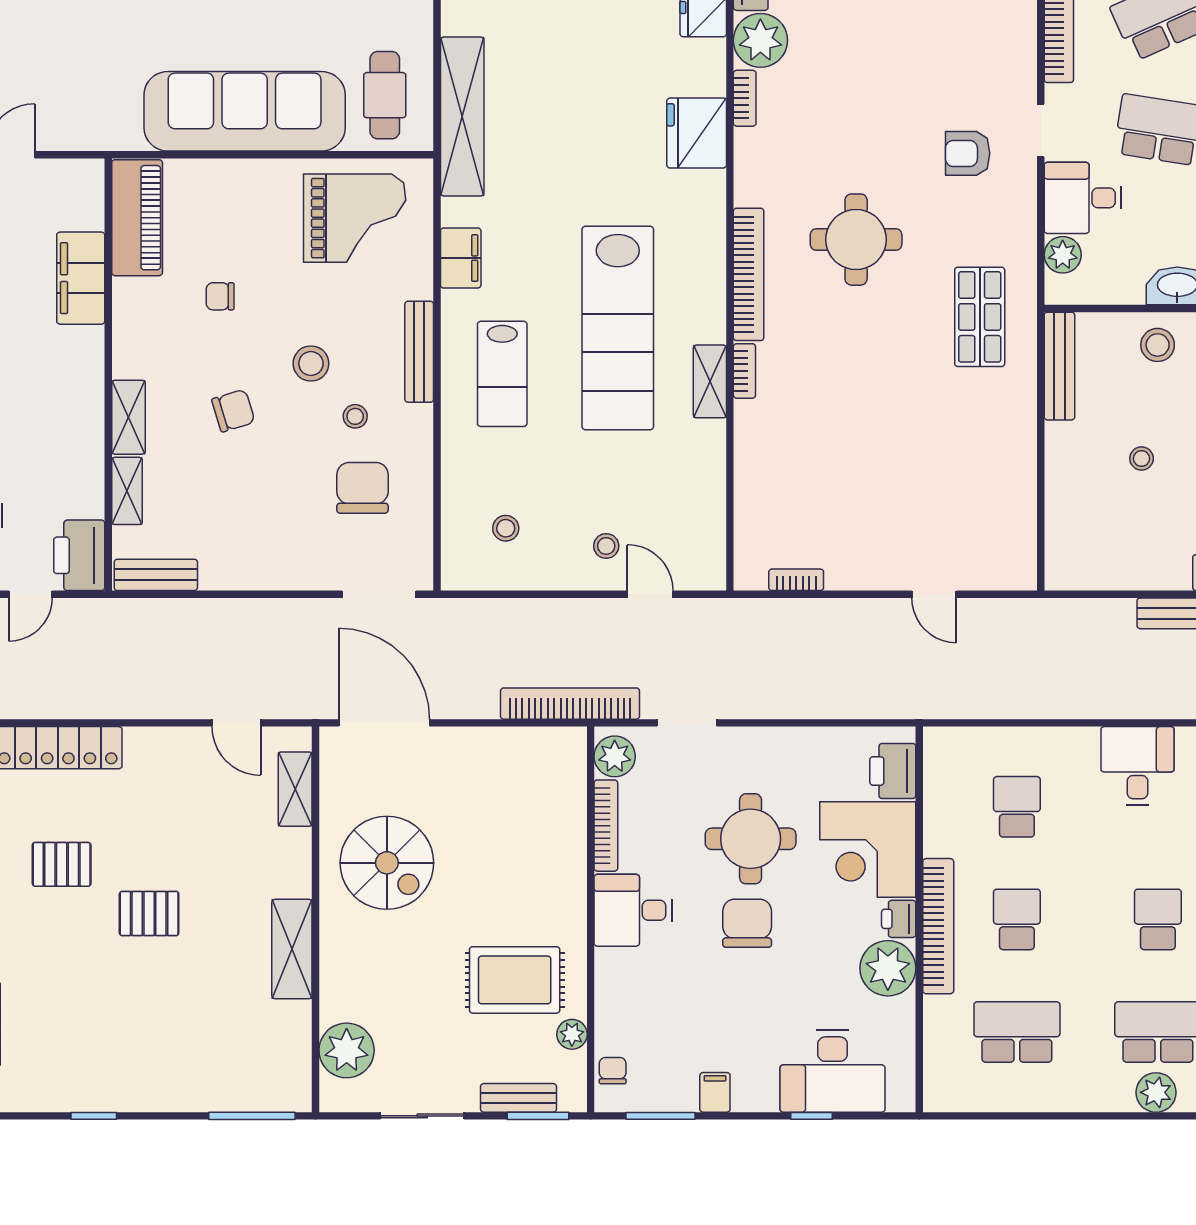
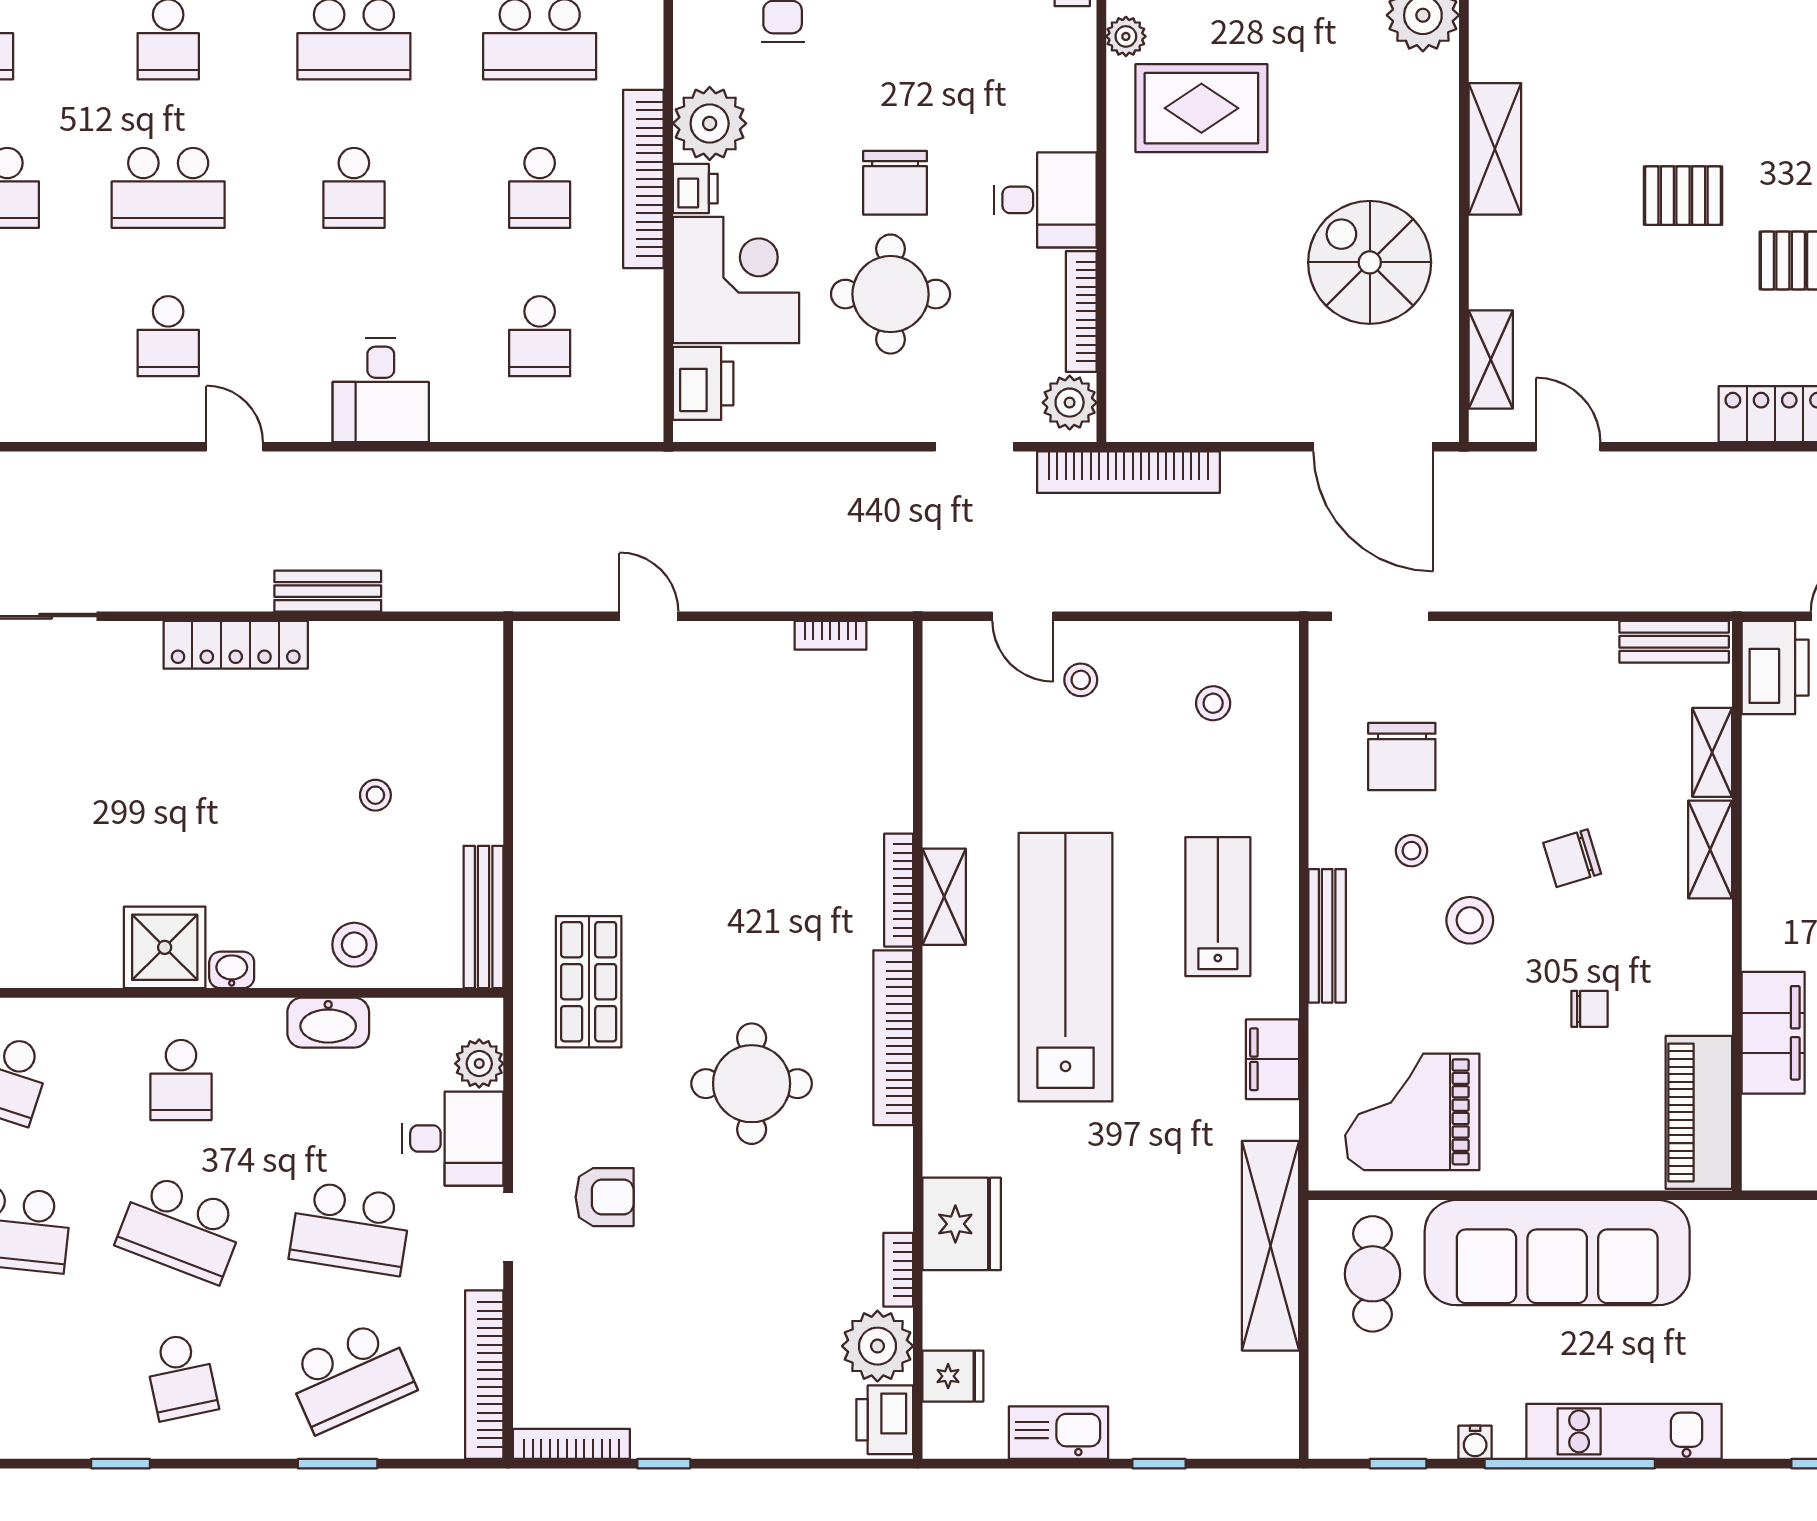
bookcase: (744, 371) -> (899, 890), width x1.56

